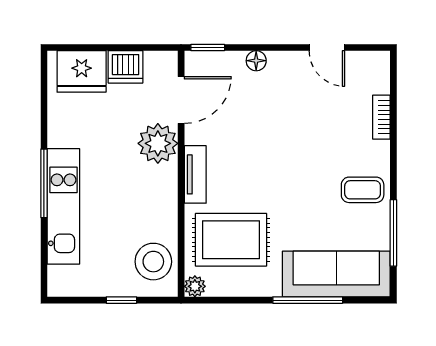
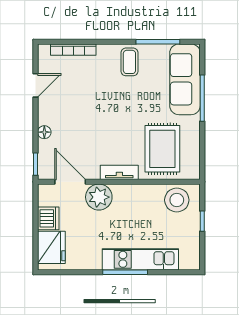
bookcase: (381, 117) -> (73, 50), width x1.56
plant: (195, 286) -> (193, 173), removed

